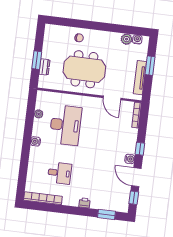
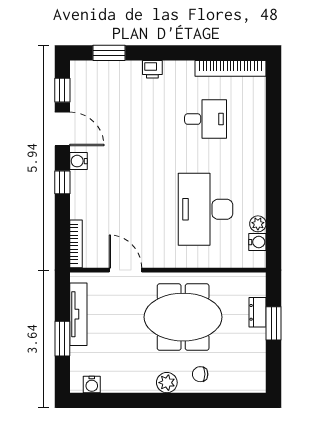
plant: (127, 39) -> (167, 383), moved
water cooler: (35, 141) -> (257, 242), moved
desk: (60, 173) -> (206, 119), turned 180

